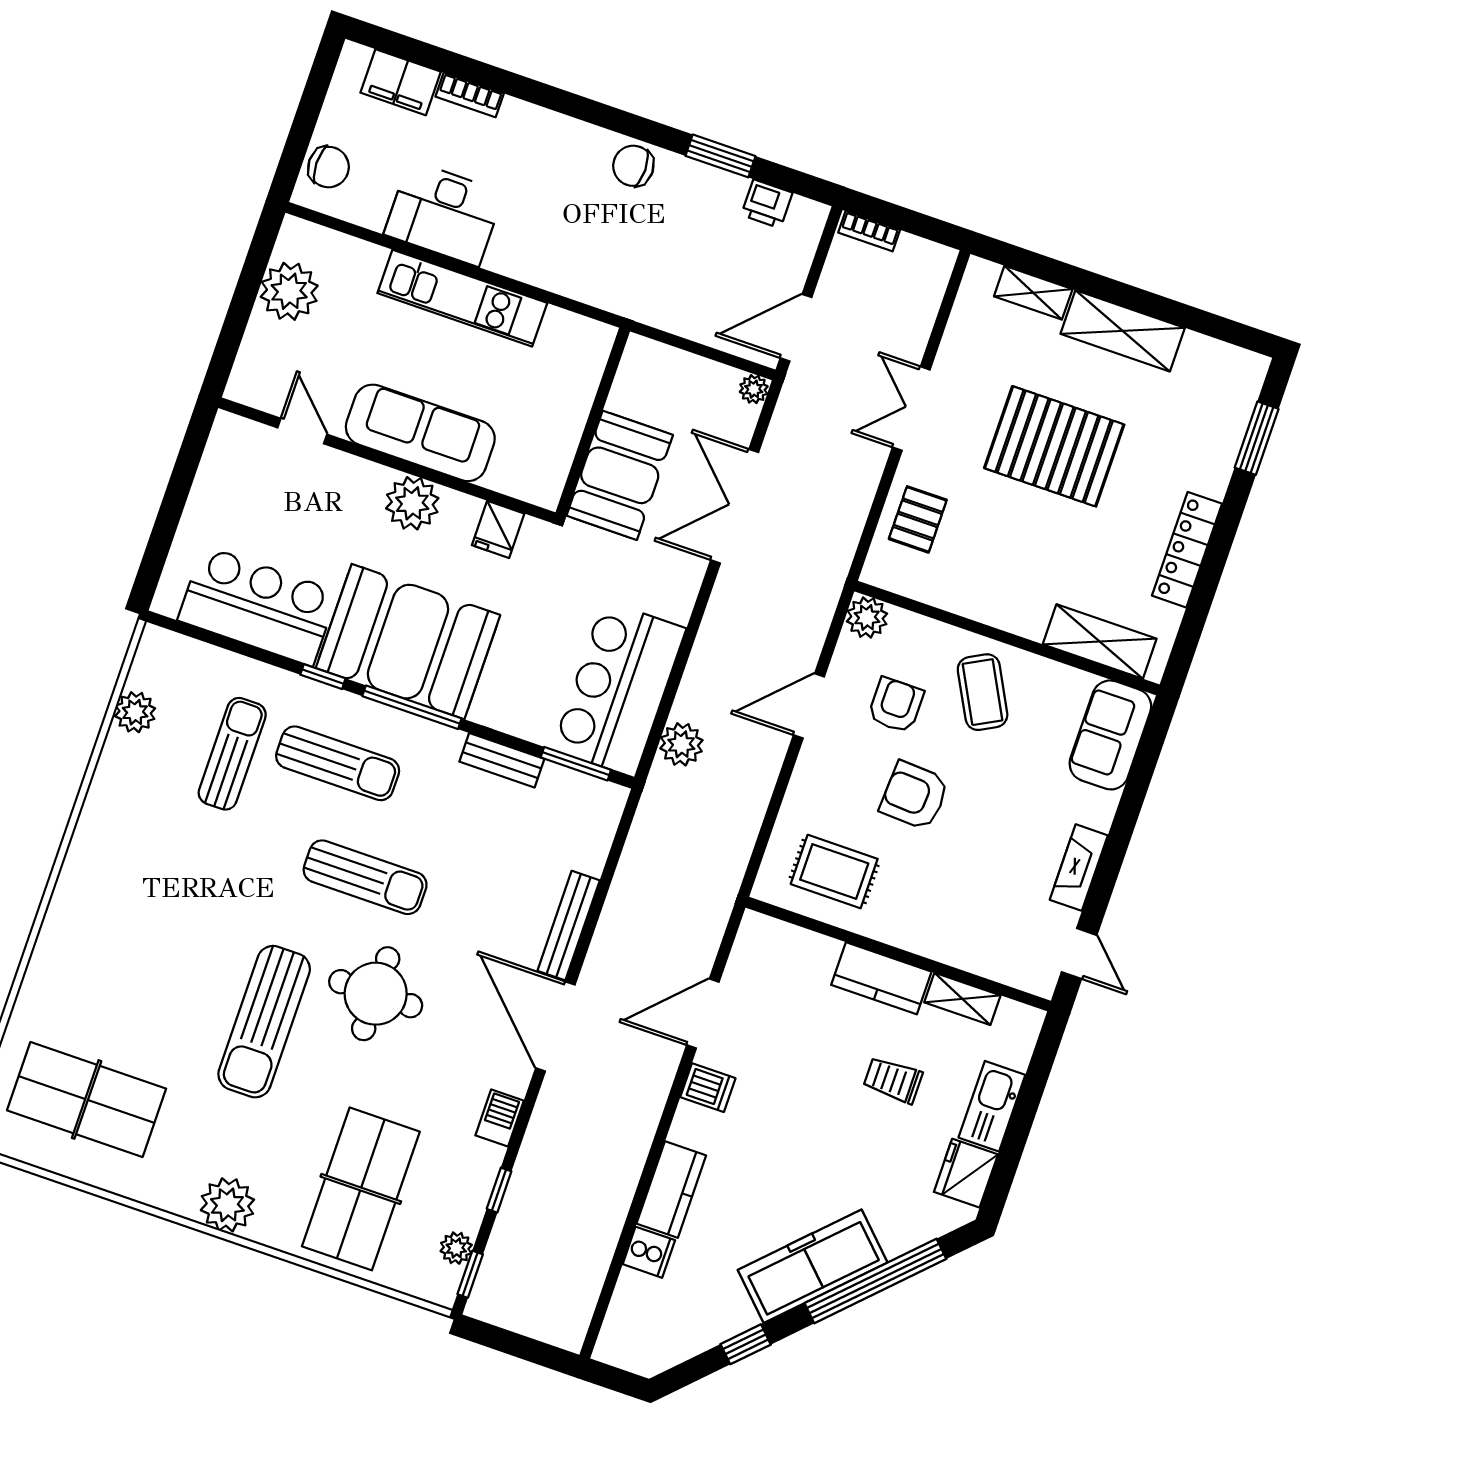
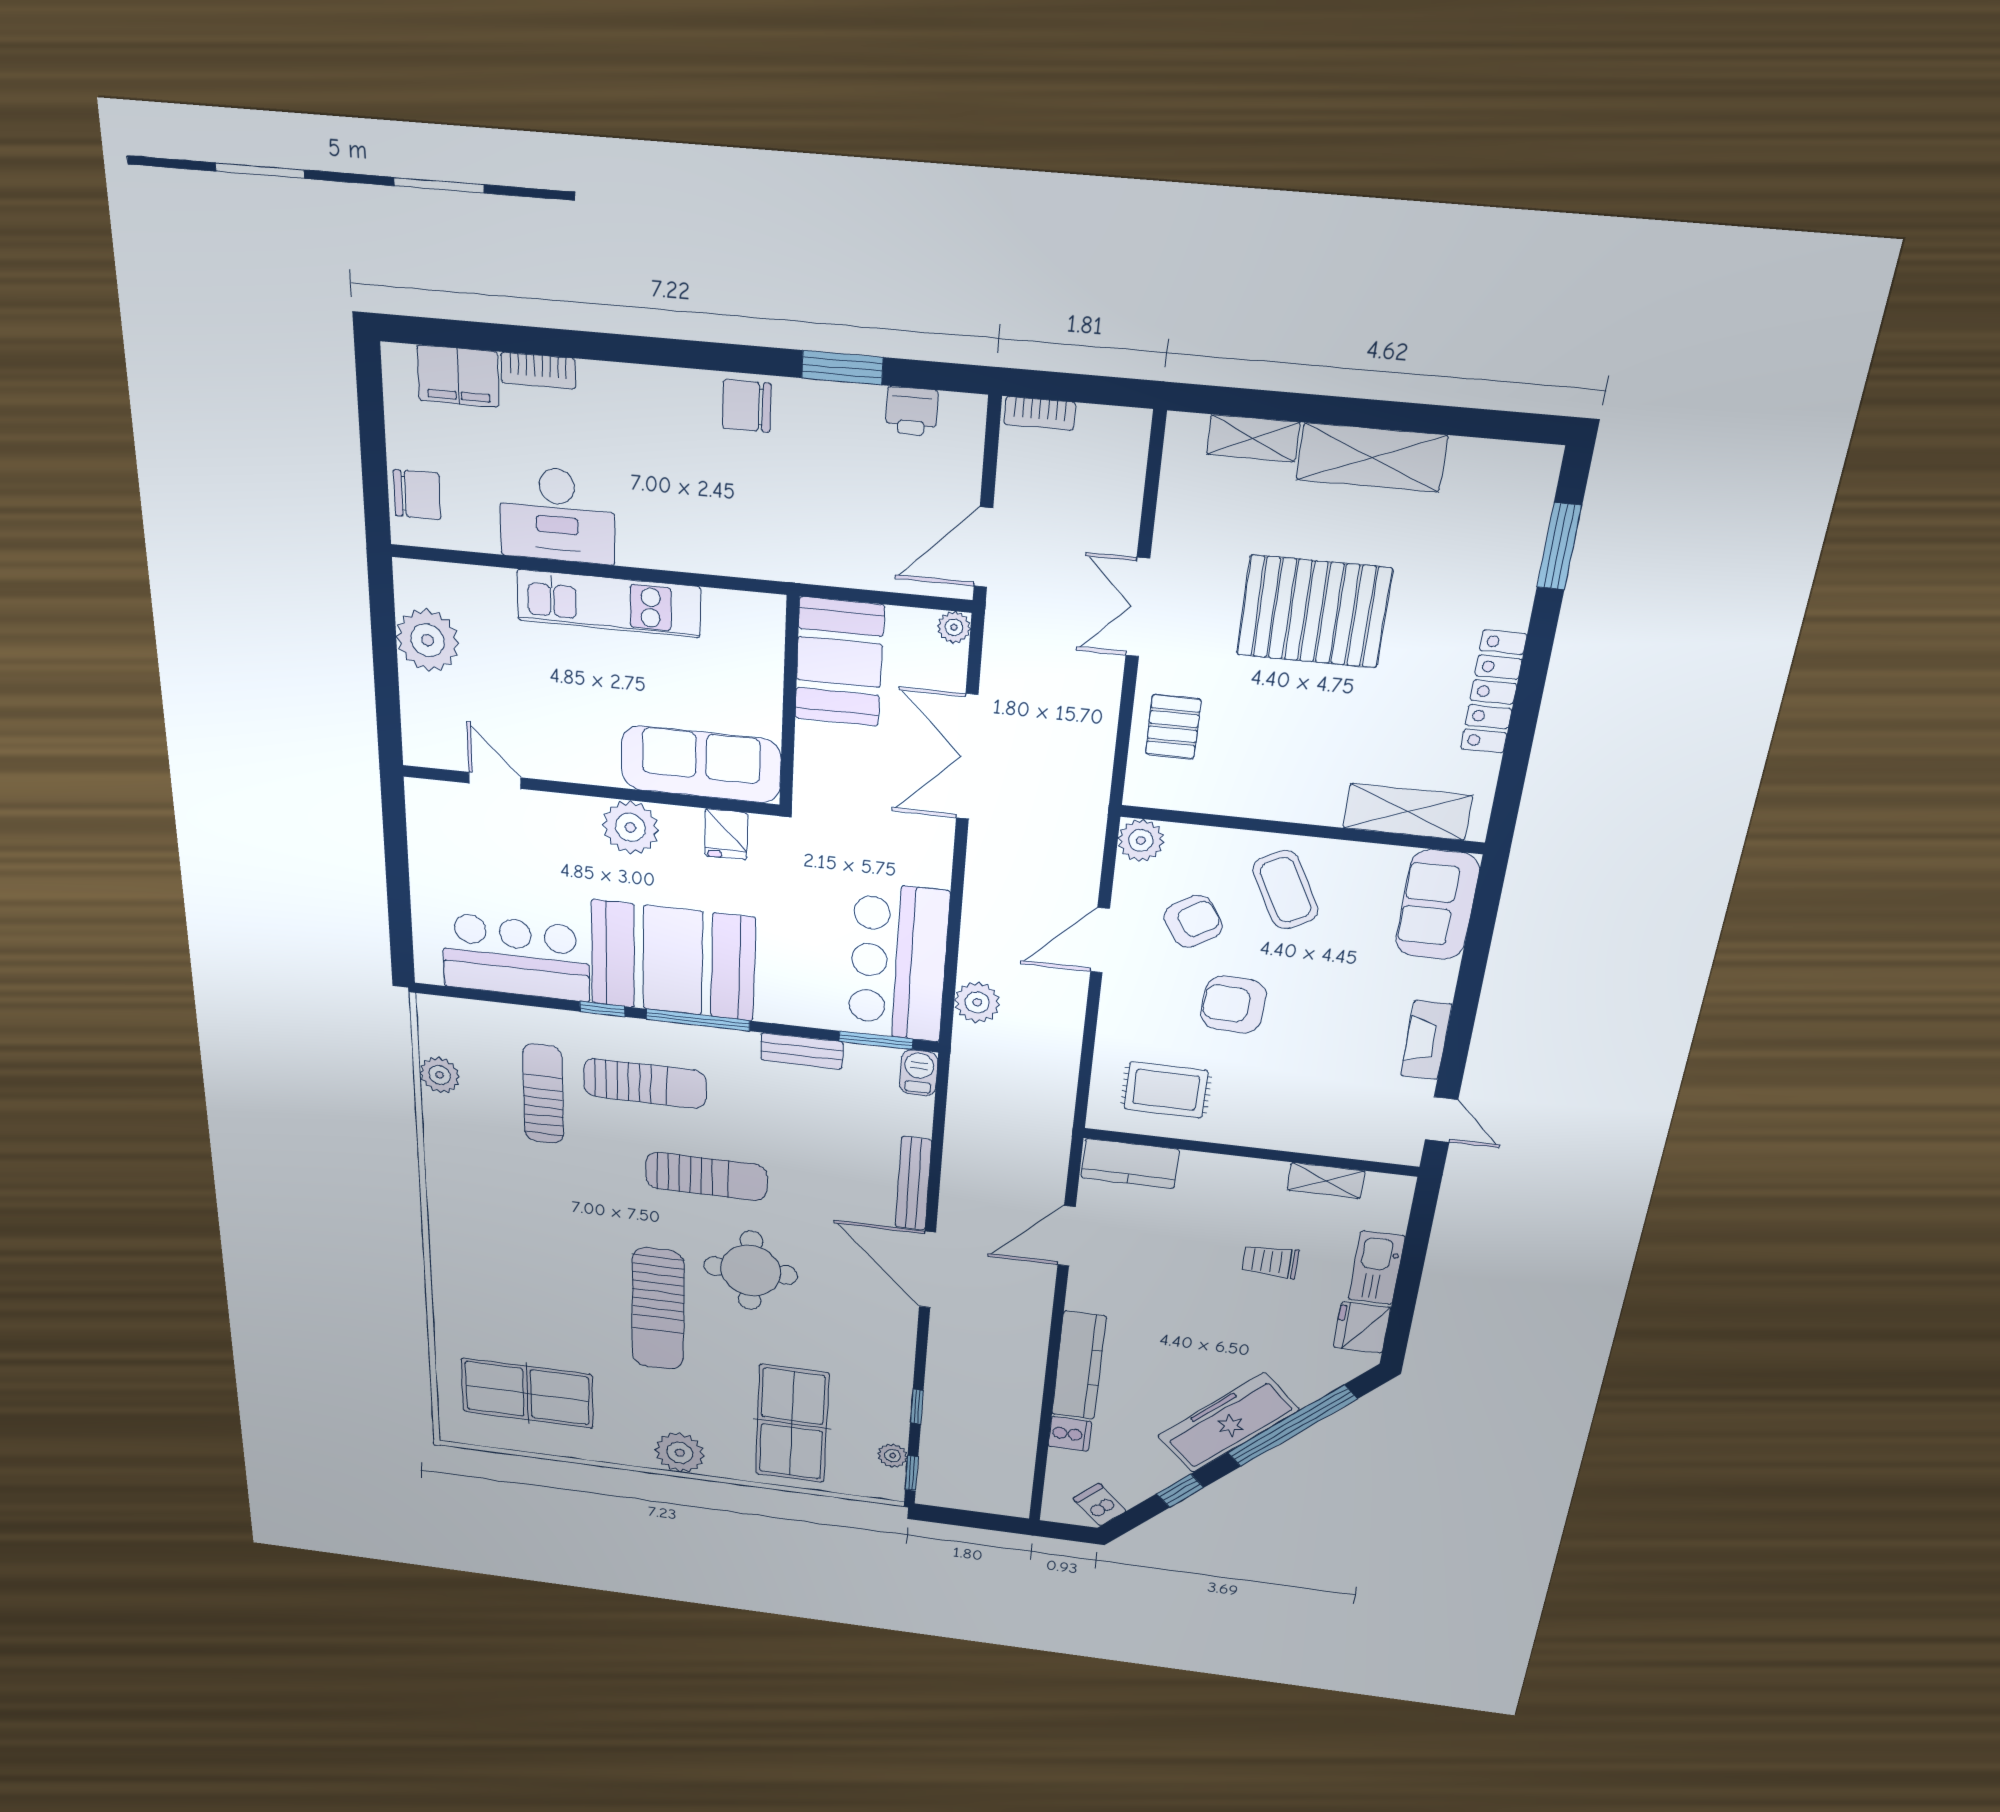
sofa: (420, 433) -> (701, 764), moved
booth: (620, 475) -> (839, 662), moved
armchair: (896, 705) -> (1193, 921), turned 57
kitchen counter: (881, 978) -> (1130, 1164), moved
dishwasher: (708, 1088) -> (1100, 1505), moved, turned -135
barbecue: (500, 1118) -> (919, 1073), moved
kitchen counter: (671, 1190) -> (1079, 1366), width x1.50

